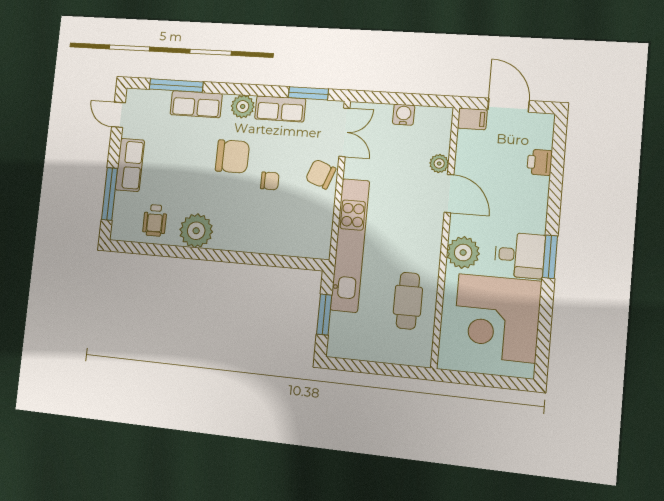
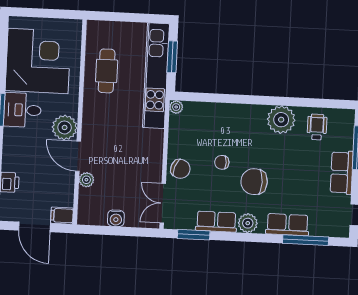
kitchen unit: (350, 245) -> (156, 76), moved
plant: (322, 251) -> (176, 107), added
plant: (463, 253) -> (65, 127), moved

